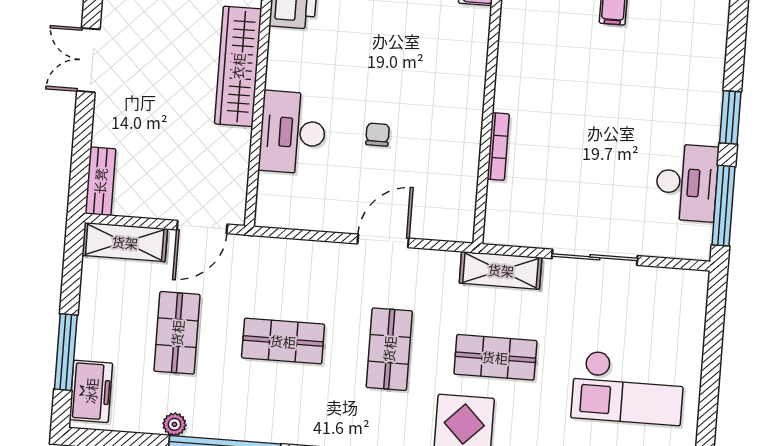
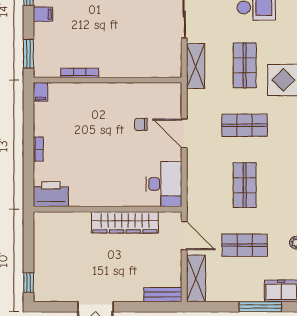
wardrobe: (238, 66) -> (125, 222), moved
desk: (293, 133) -> (164, 184), moved, turned -90
chair: (378, 135) -> (141, 124), moved
bookcase: (498, 147) -> (80, 73), moved

